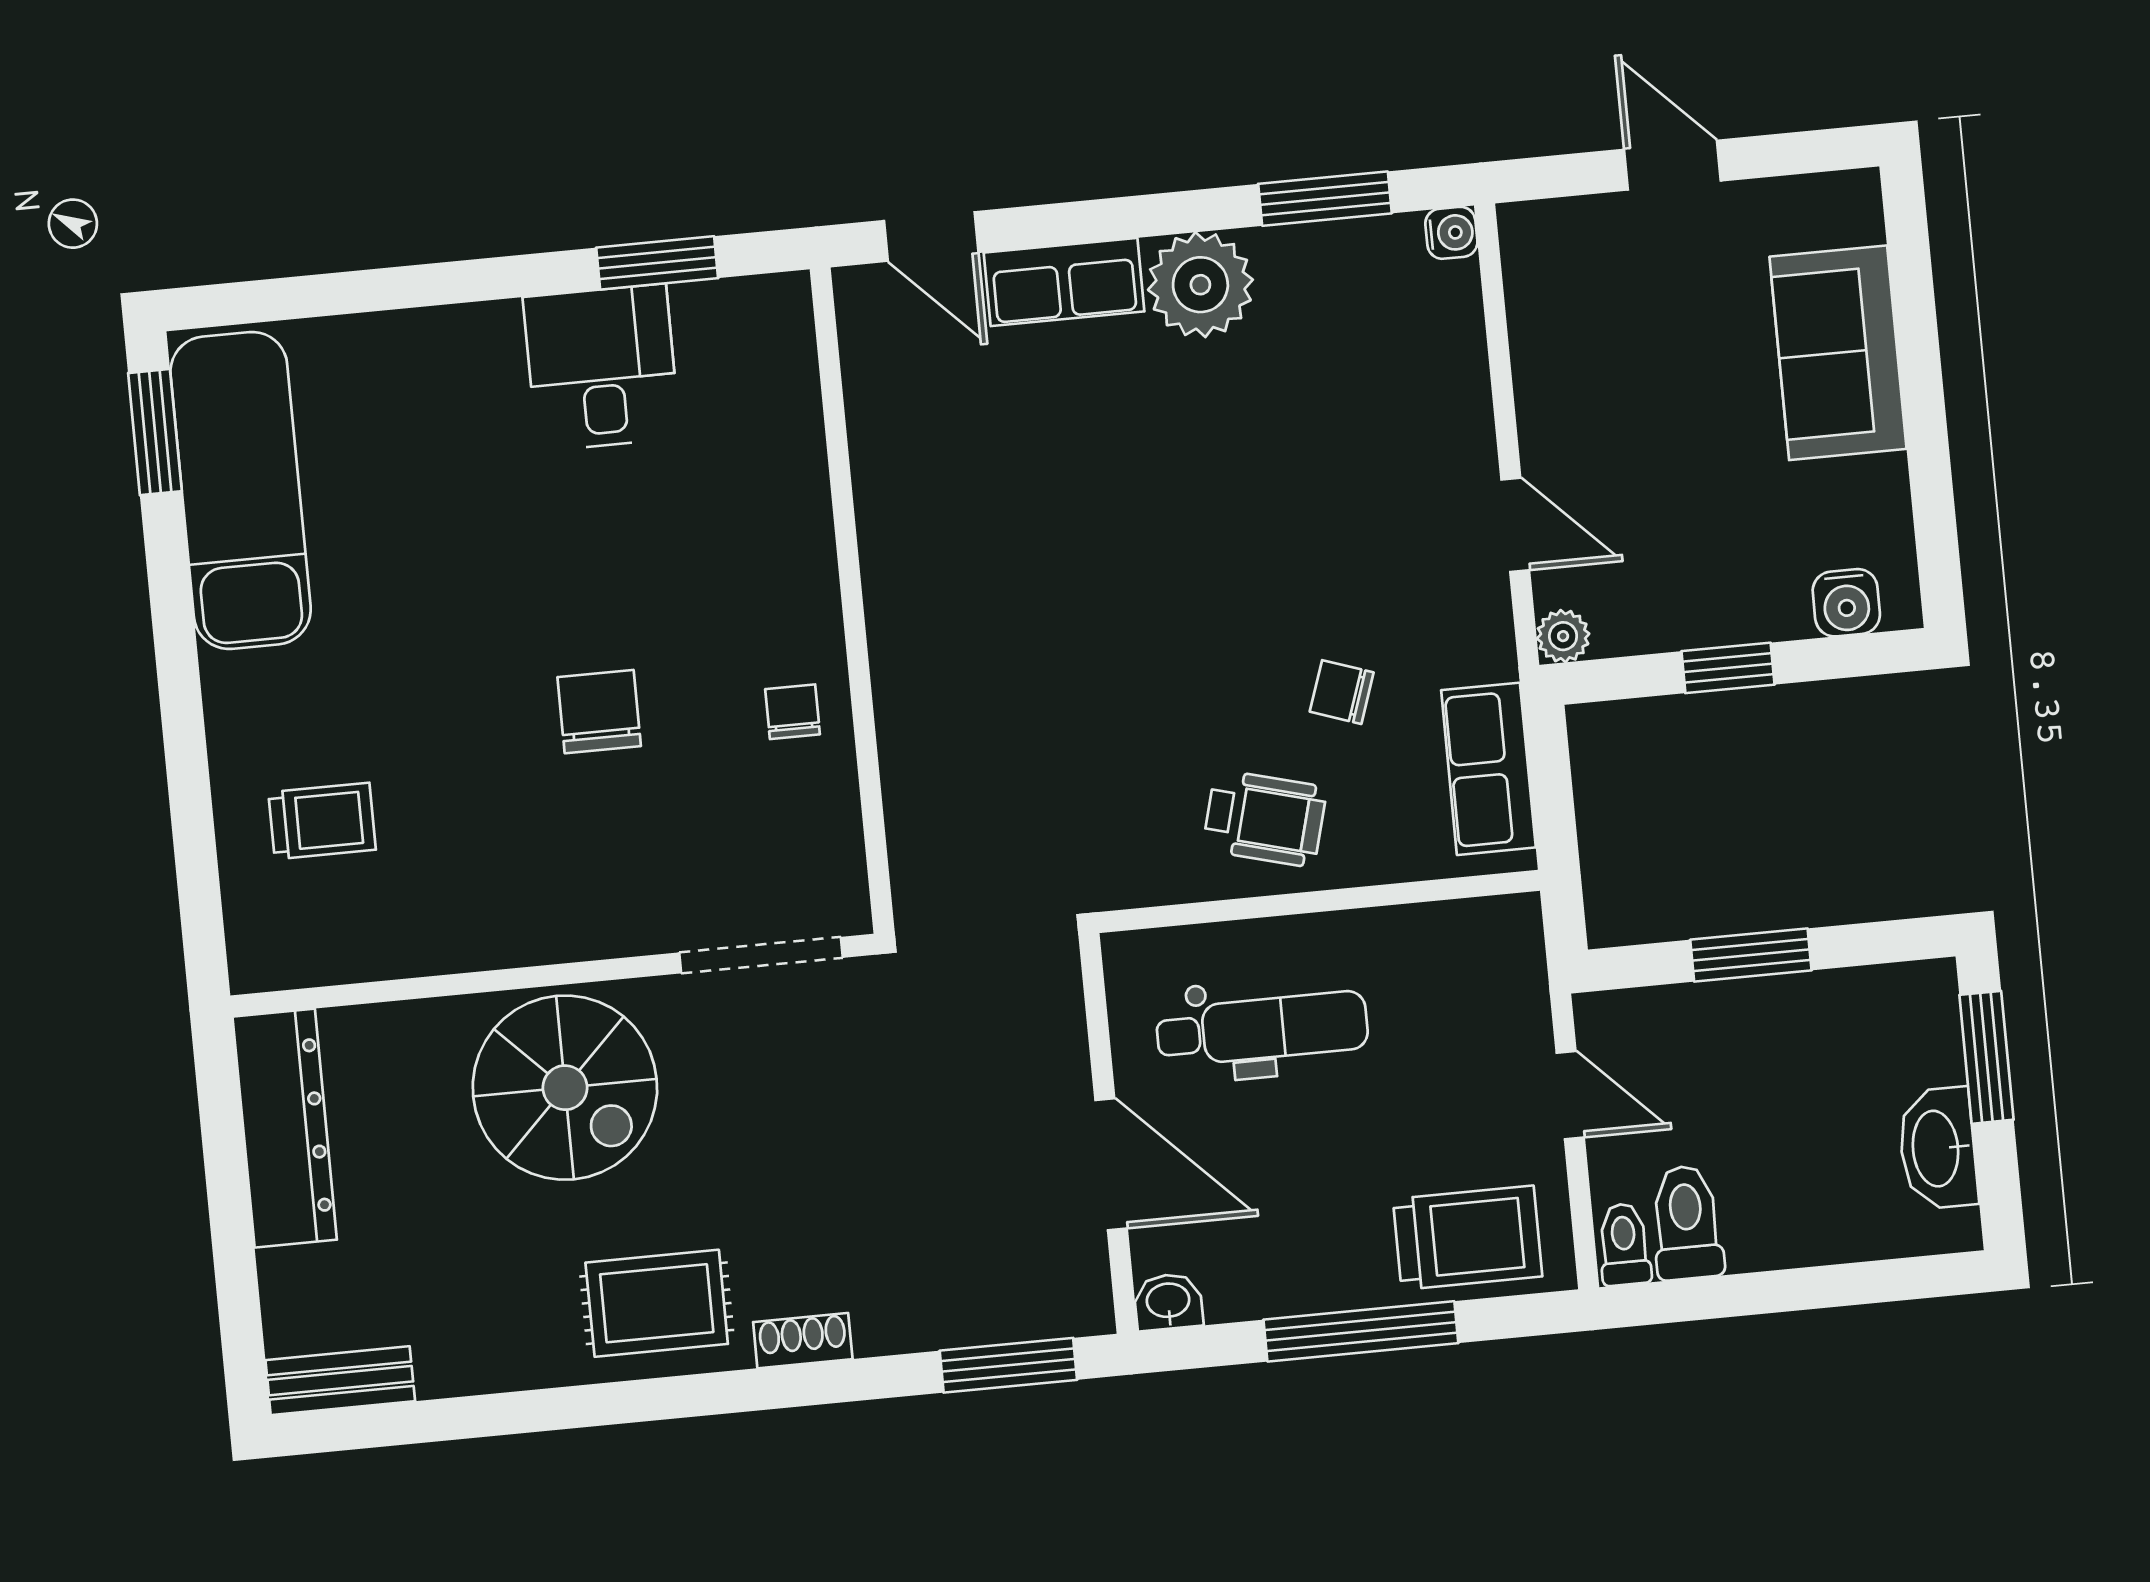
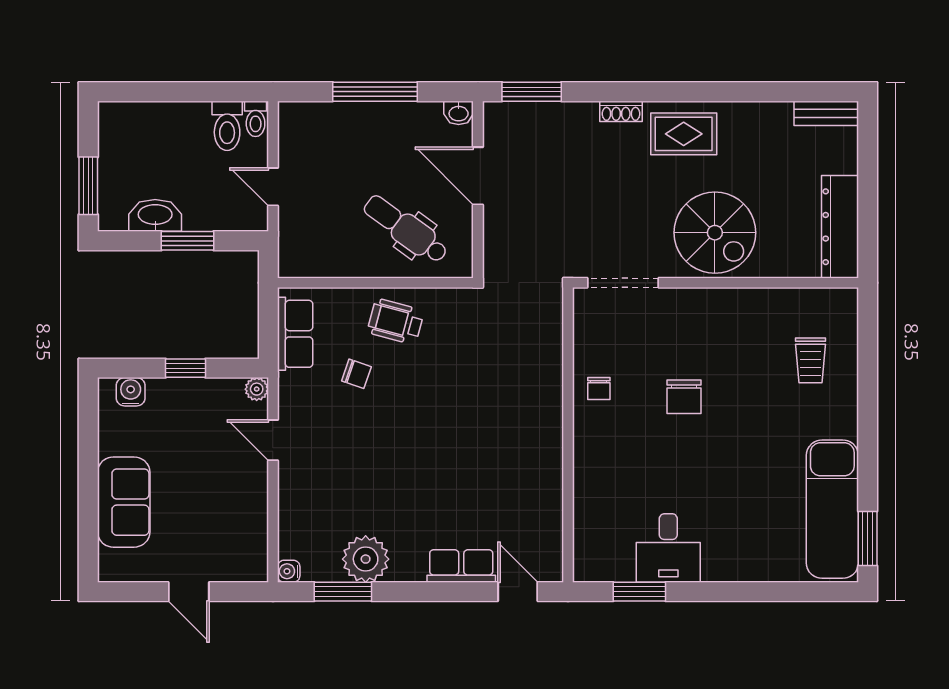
plant: (1200, 285) -> (366, 559), moved
trolley: (322, 821) -> (810, 360), turned -90
dental chair: (1262, 1029) -> (406, 229), turned 36
spiral stairs: (565, 1088) -> (715, 233), turned 180
washbasin: (1938, 1148) -> (155, 215), moved, turned -90
trolley: (1468, 1238) -> (324, 128), removed

